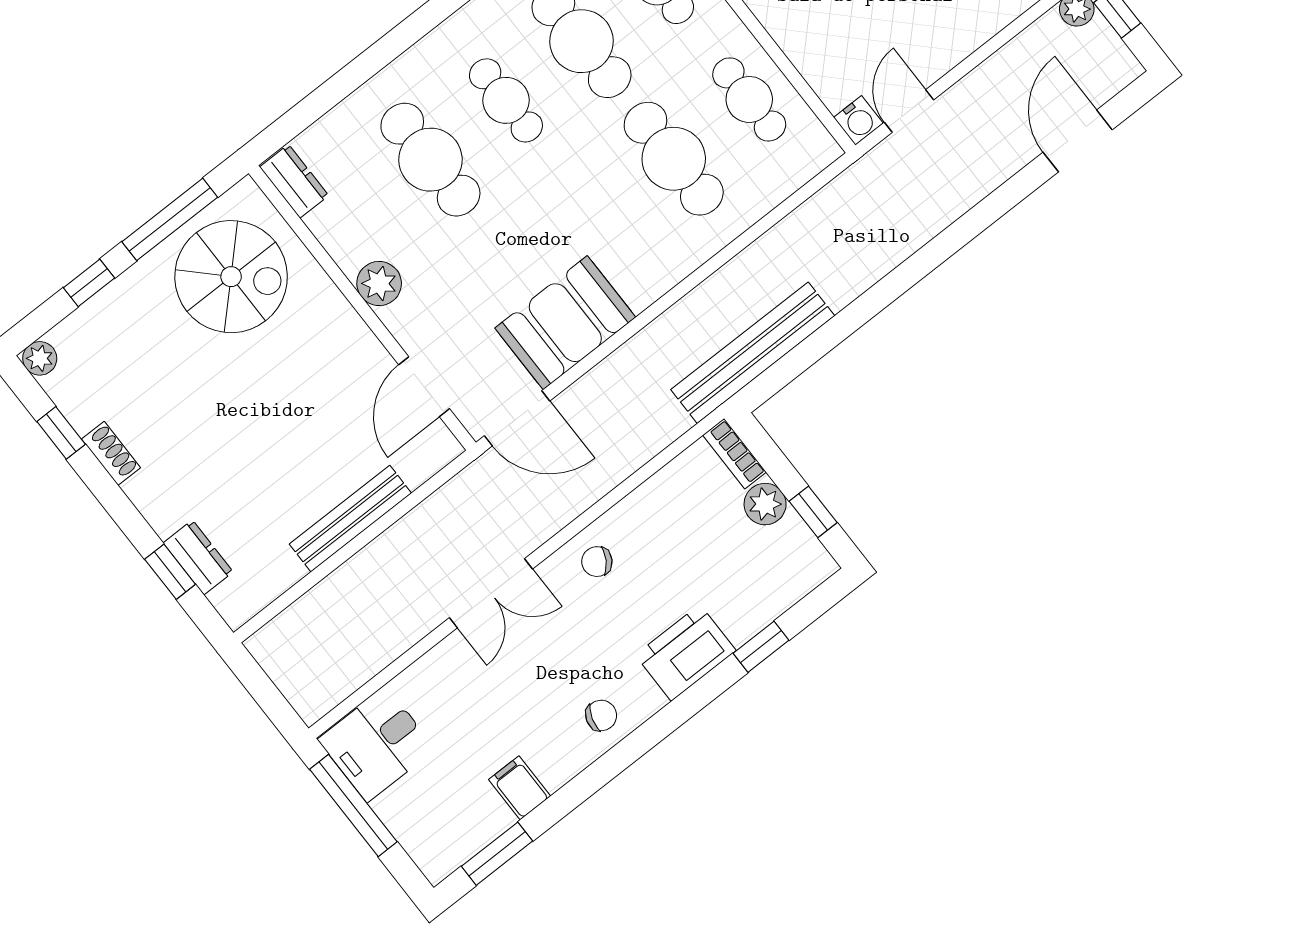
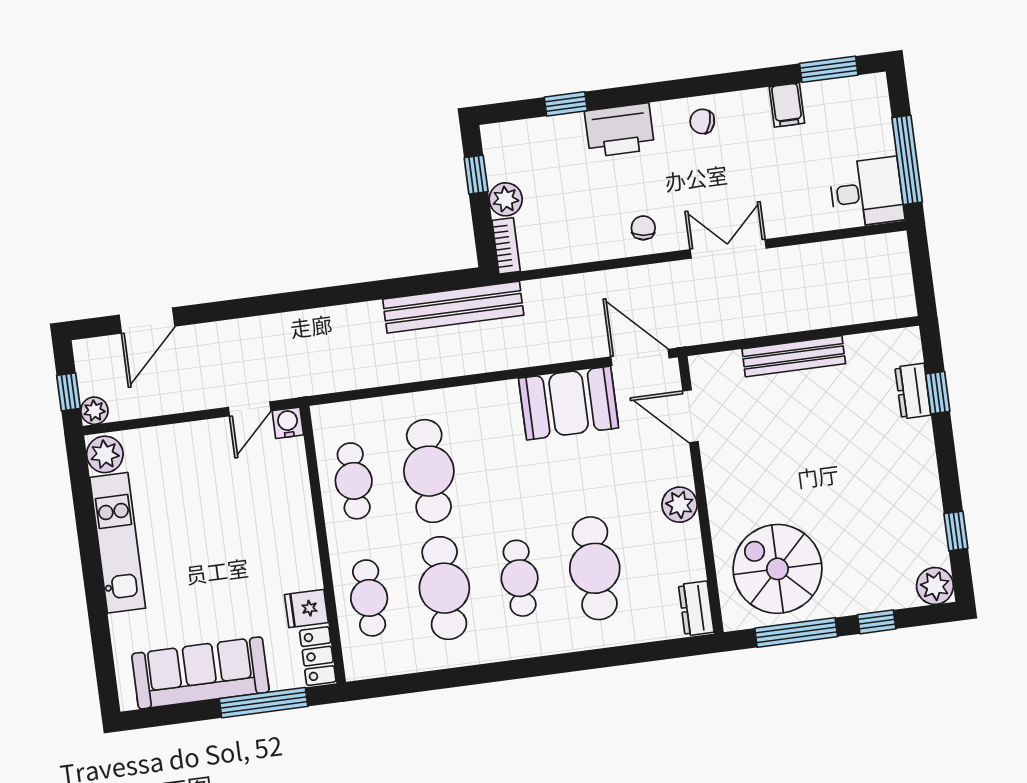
plant: (40, 358) -> (935, 586), width x1.38, depth x1.38
door: (424, 387) -> (690, 416), swing flipped
shoe rack: (111, 453) -> (930, 497), removed
chair: (597, 562) -> (643, 228), turned -114

